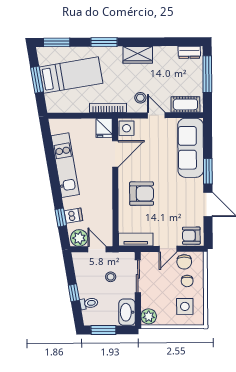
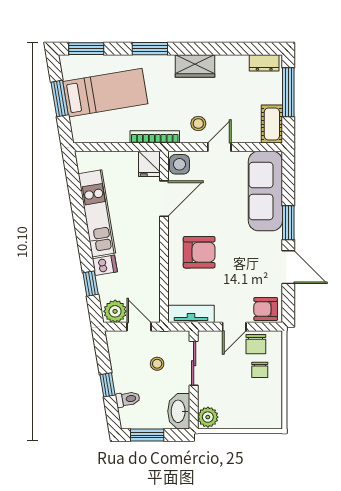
cot: (185, 104) -> (272, 124), moved, turned 90
door: (156, 115) -> (219, 147), hinge flipped
dishwasher: (73, 216) -> (105, 265), moved
side table: (185, 306) -> (256, 404), removed

